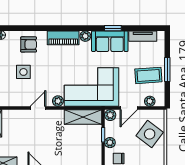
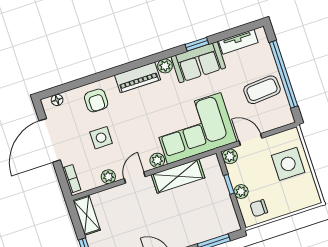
armchair: (29, 44) -> (96, 100), turned 90
window: (167, 69) -> (283, 74), width x2.11
plant: (150, 101) -> (108, 177), moved
door: (129, 108) -> (250, 140), swing flipped
shelving: (83, 117) -> (178, 176), moved
side table: (150, 134) -> (288, 164), turned -37

